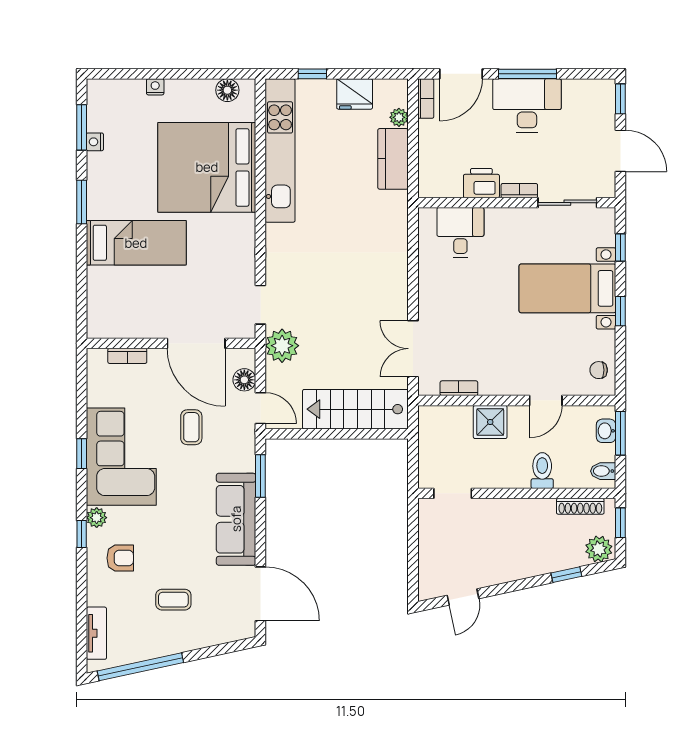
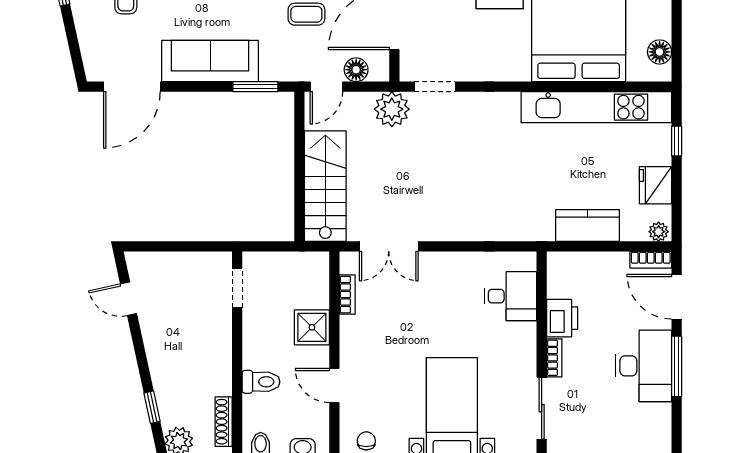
plant: (399, 117) -> (659, 232), moved
double door: (413, 349) -> (389, 246), swing flipped

